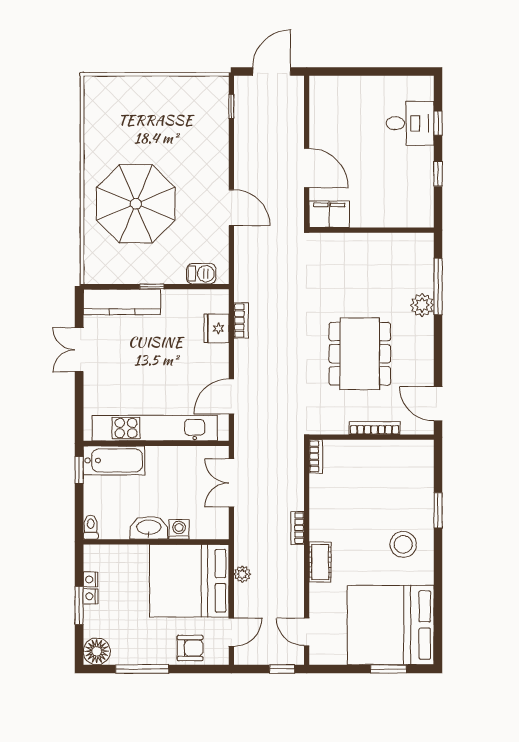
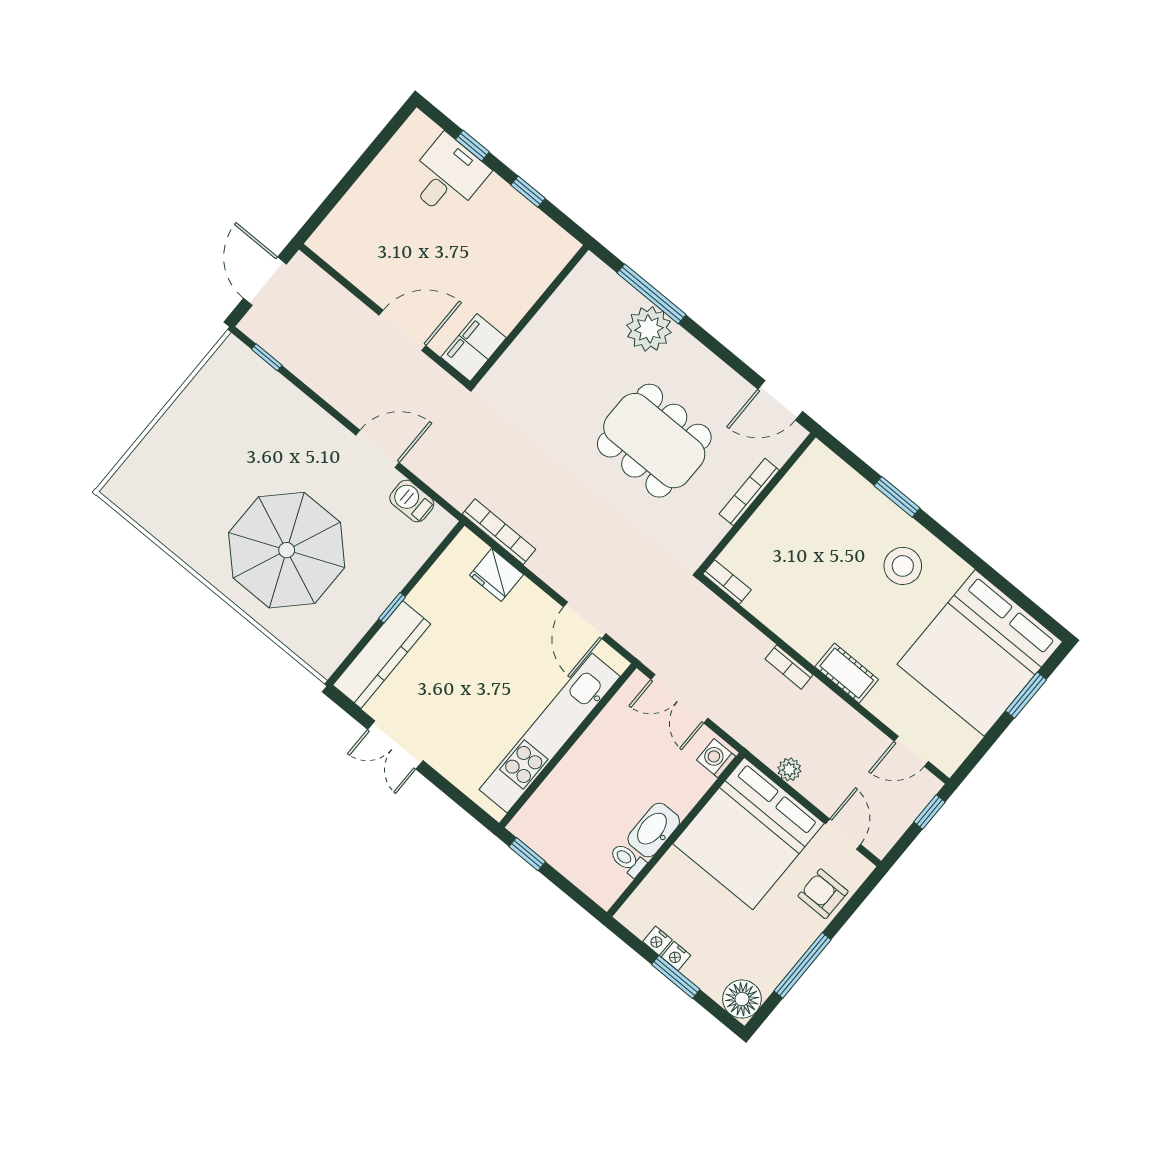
barbecue: (201, 274) -> (412, 501), moved, turned -90
plant: (422, 305) -> (649, 329), width x1.36, depth x1.36
bookcase: (241, 320) -> (499, 532), width x1.56
bathtub: (114, 460) -> (548, 807), removed
toilet: (91, 527) -> (628, 860), moved
washing machine: (179, 529) -> (716, 758), moved
armchair: (190, 648) -> (823, 894), turned -90

